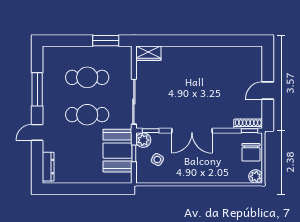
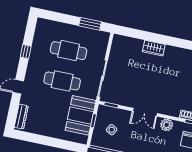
wardrobe: (148, 53) -> (154, 48), moved
window: (37, 89) -> (26, 52), width x0.46
double door: (192, 131) -> (145, 112), width x0.73
plant: (143, 140) -> (167, 125), moved

